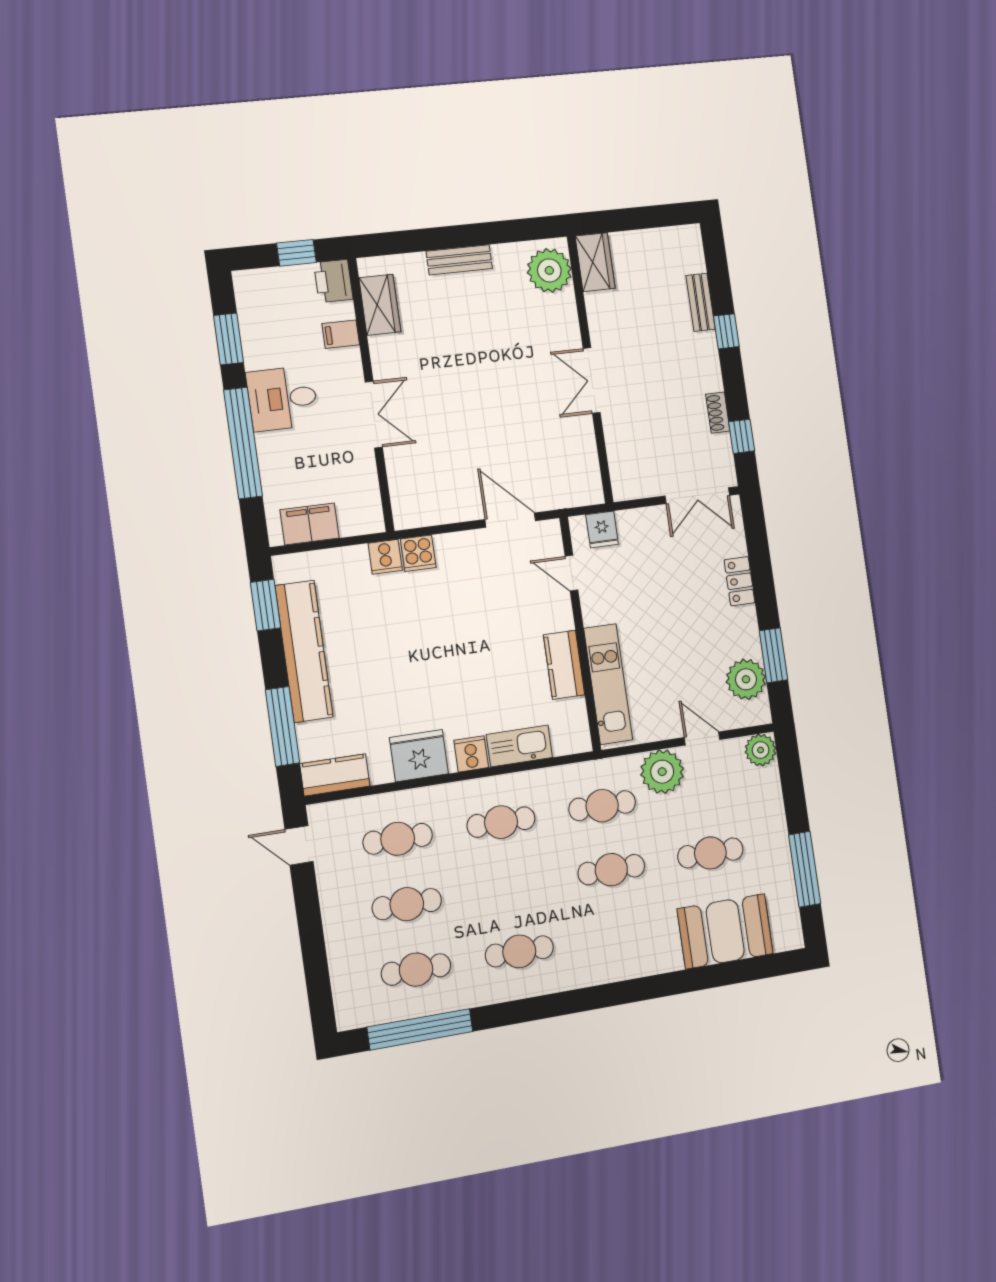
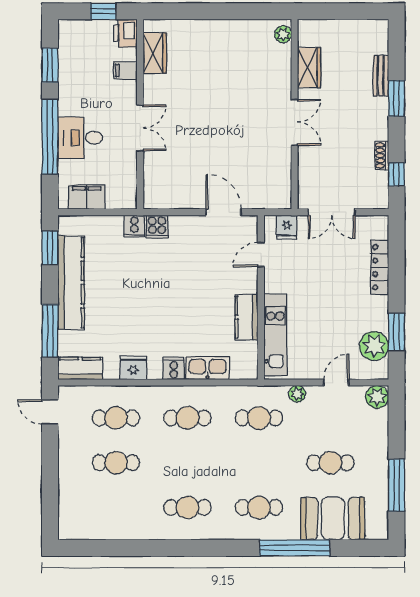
bench: (459, 260) -> (214, 28), removed
wardrobe: (595, 262) -> (309, 68), moved
plant: (549, 270) -> (283, 34), width x0.53, depth x0.53
window: (726, 331) -> (396, 98), width x1.50
double door: (592, 380) -> (295, 122), swing flipped
desk: (282, 399) -> (80, 138), moved
double door: (697, 496) -> (332, 212), moved
door: (572, 573) -> (261, 255), hinge flipped
locker: (740, 581) -> (380, 267), width x1.53
door: (702, 739) -> (336, 383), hinge flipped
fridge: (419, 756) -> (133, 368), width x0.73, depth x0.75
plant: (662, 772) -> (297, 394), width x0.53, depth x0.53
cafe table: (611, 870) -> (259, 508), moved
cafe table: (416, 970) -> (116, 508), removed
window: (420, 1029) -> (295, 548), moved

